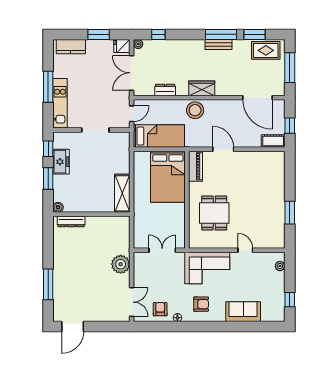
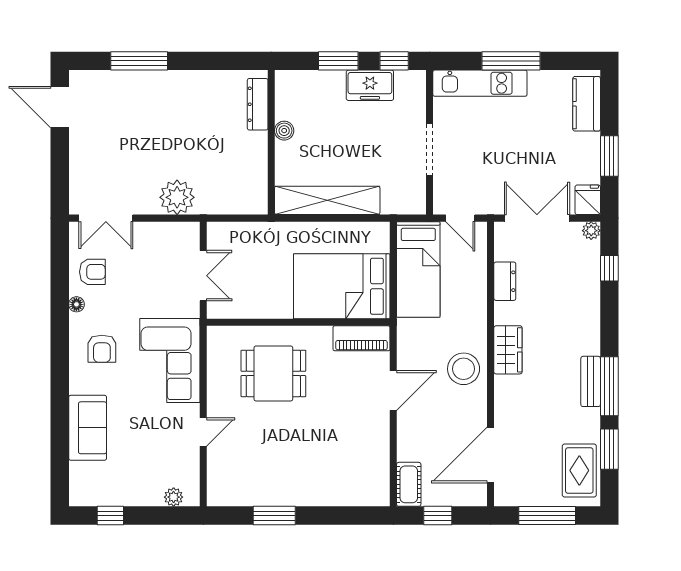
stool: (195, 110) -> (464, 369), moved
shelving: (122, 193) -> (327, 200), width x1.47
boiler: (58, 207) -> (284, 131), moved

